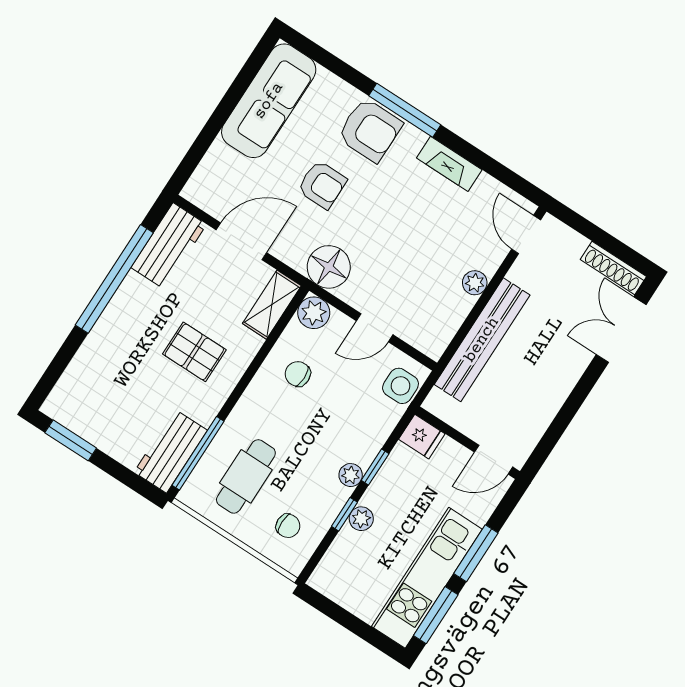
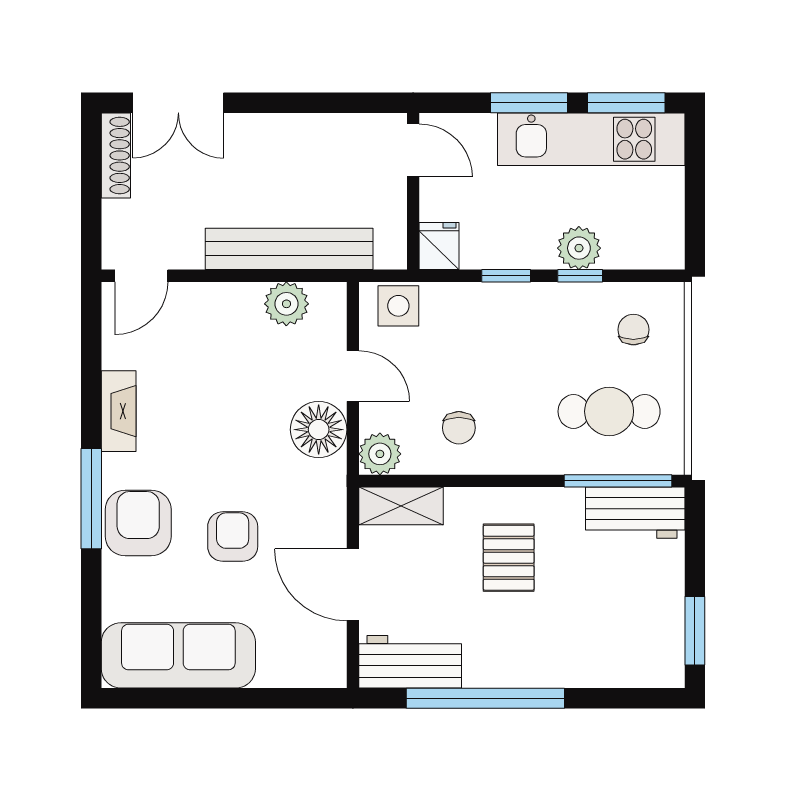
floor lamp: (329, 267) -> (319, 430), moved
plant: (475, 283) -> (286, 304), moved, width x1.38, depth x1.38
plant: (351, 475) -> (533, 297), removed
plant: (361, 519) -> (579, 248), width x1.38, depth x1.38

